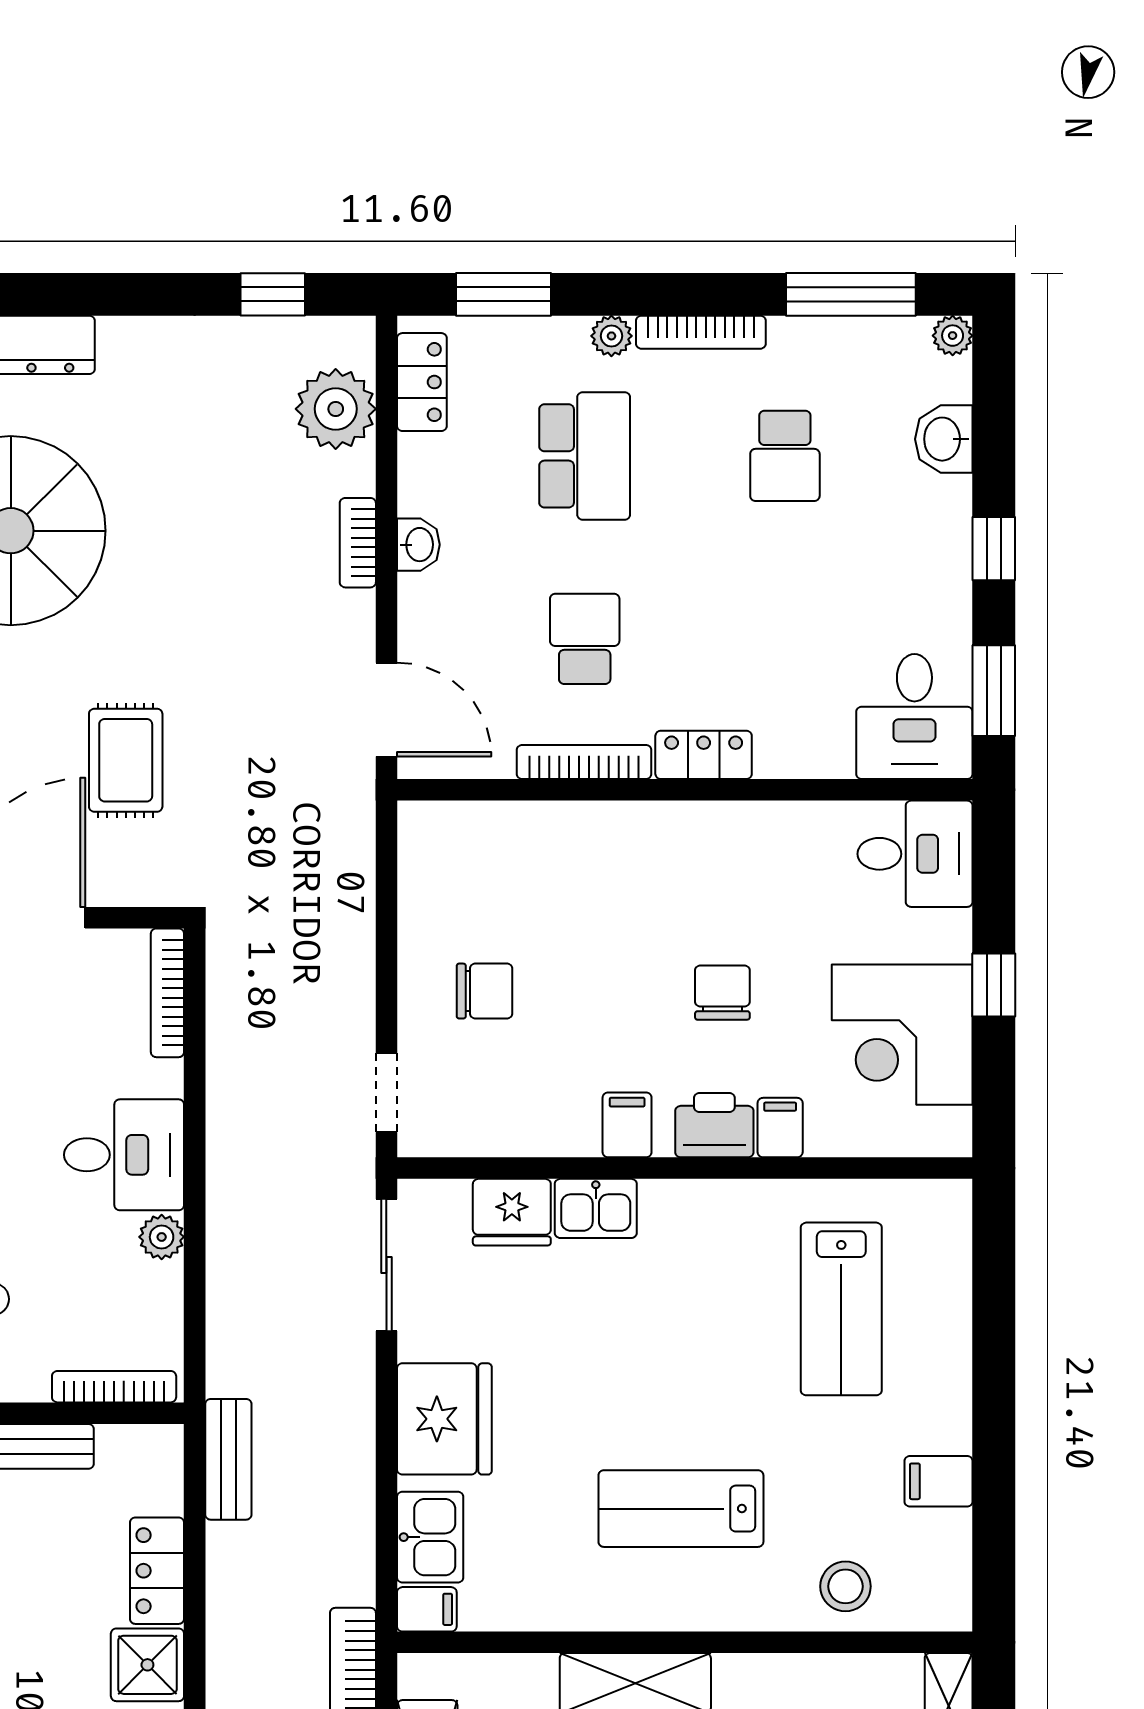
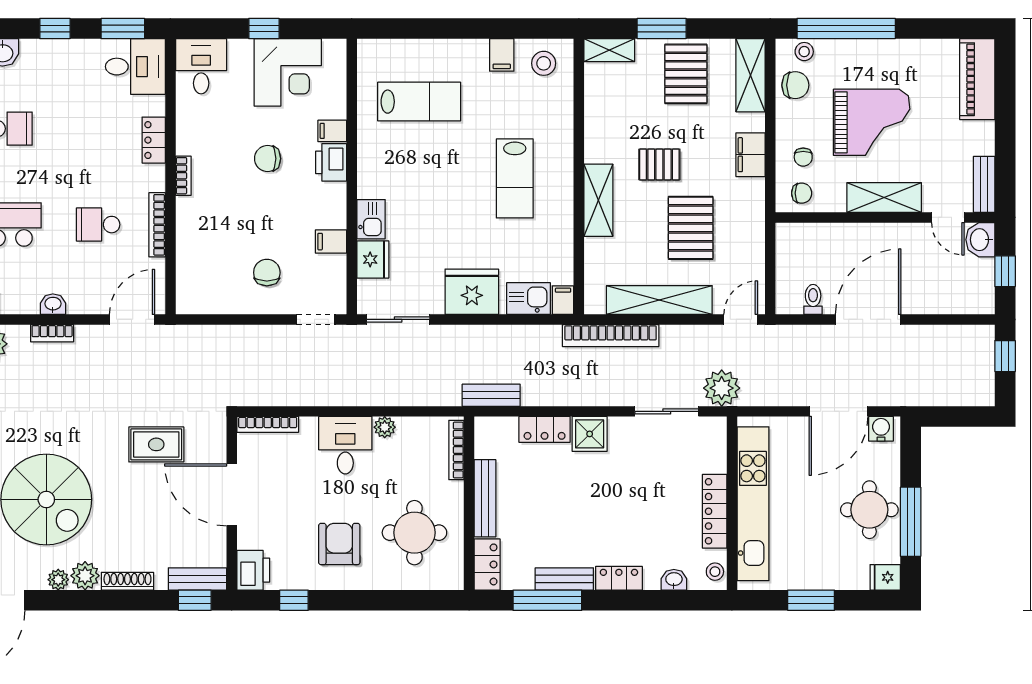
locker: (704, 755) -> (154, 140), moved
bookcase: (687, 817) -> (183, 176), added
filing cabinet: (627, 1125) -> (331, 242), moved
stool: (845, 1586) -> (544, 63), moved

